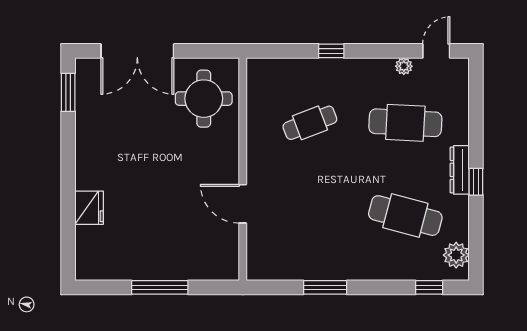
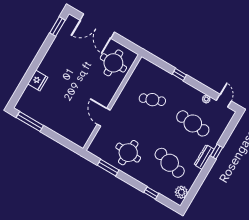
door: (436, 51) -> (224, 101), hinge flipped
window: (476, 182) -> (216, 152), moved
round table: (322, 241) -> (128, 153), added
window: (160, 287) -> (30, 121), moved
window: (325, 287) -> (108, 168), moved
window: (429, 287) -> (151, 193), moved

